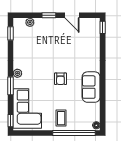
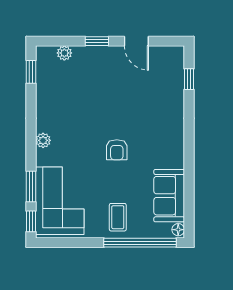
window: (103, 27) -> (189, 79), moved
window: (10, 86) -> (31, 186), moved
sofa: (91, 87) -> (169, 196), moved

